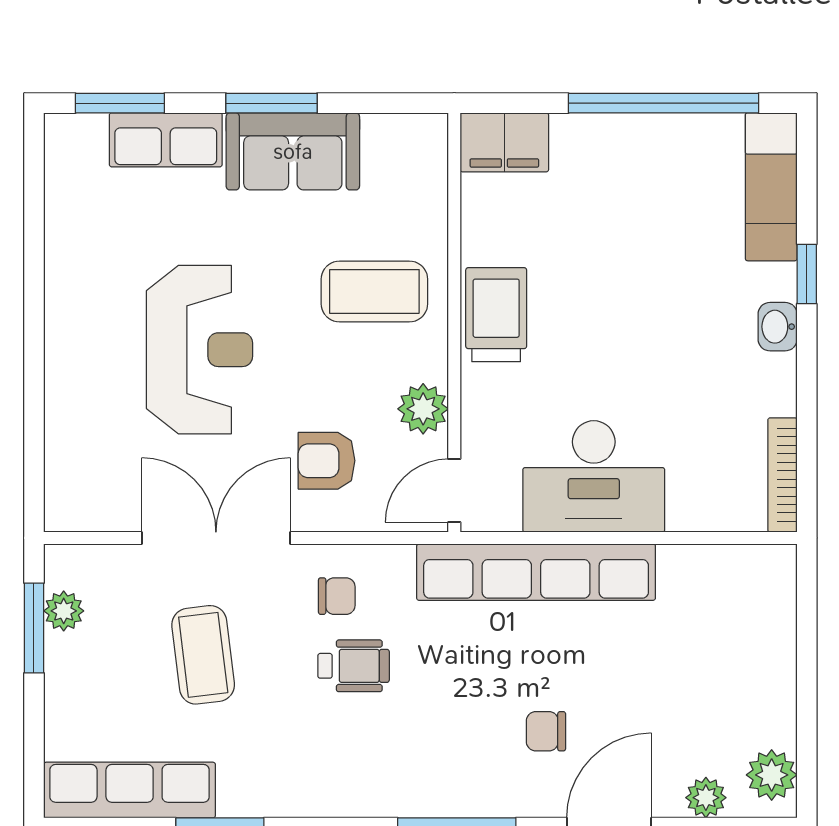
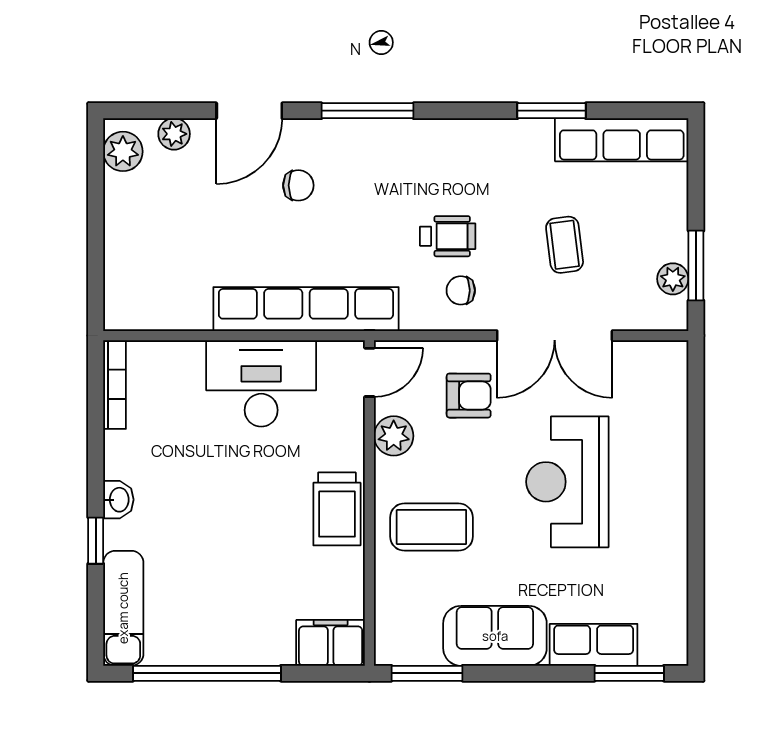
window: (271, 103) -> (427, 673), moved
coffee table: (203, 655) -> (565, 245), width x0.73, depth x0.77
wheelchair: (354, 666) -> (448, 236), turned 180

